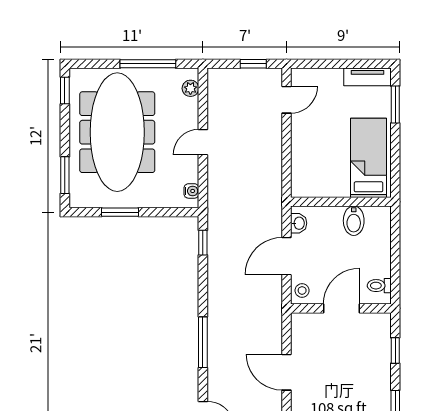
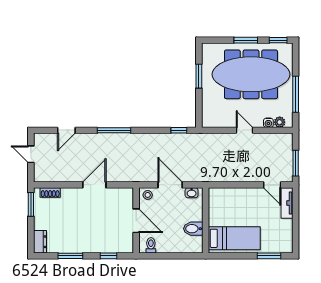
window: (253, 64) -> (296, 163), width x1.50
tv unit: (368, 77) -> (287, 203), moved
window: (65, 175) -> (246, 40), moved
water cooler: (191, 191) -> (268, 123), moved

